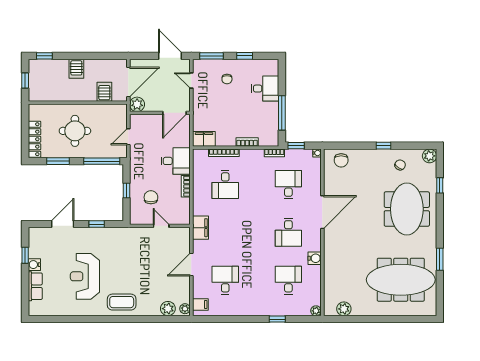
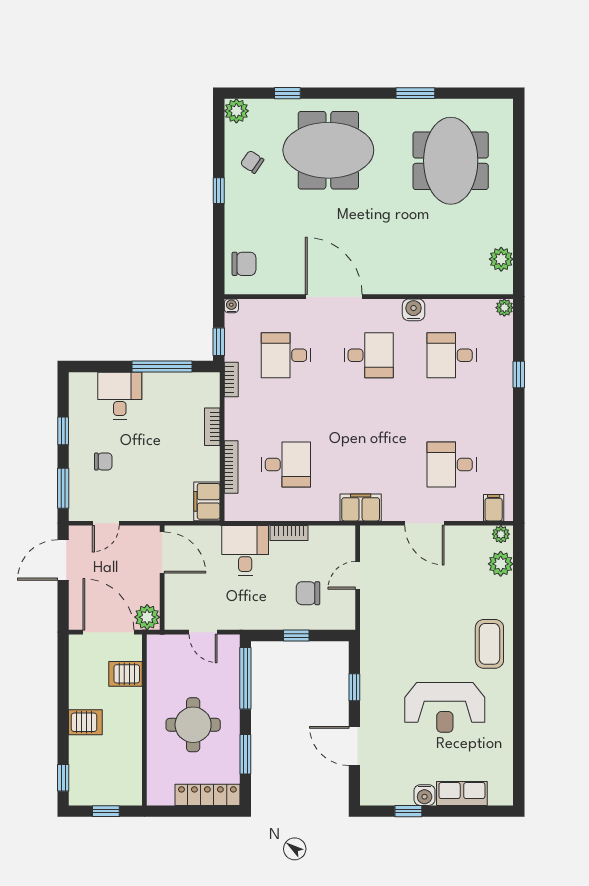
meeting table: (401, 280) -> (451, 161), width x0.73

